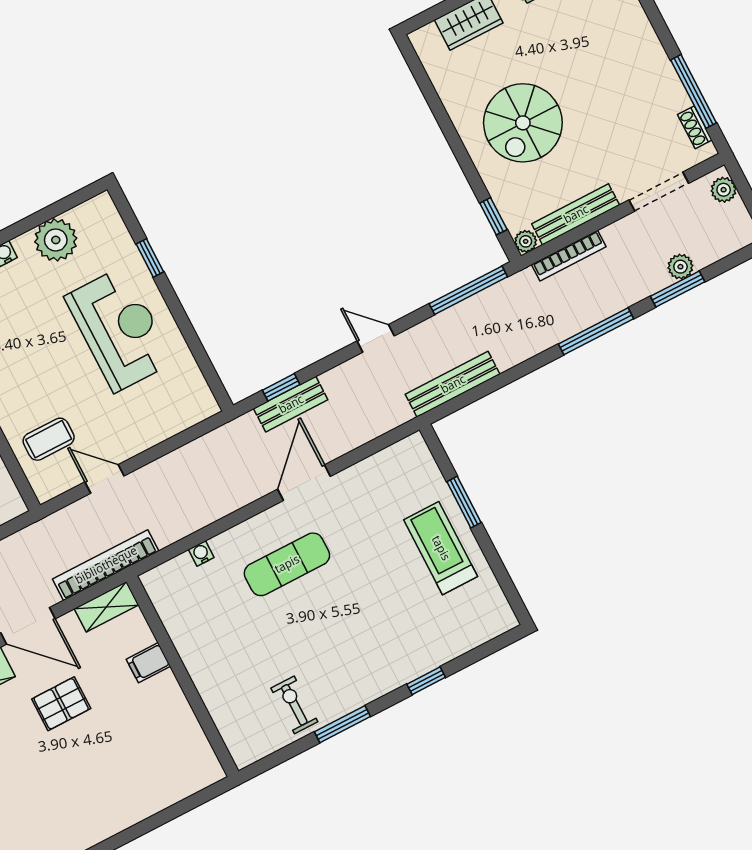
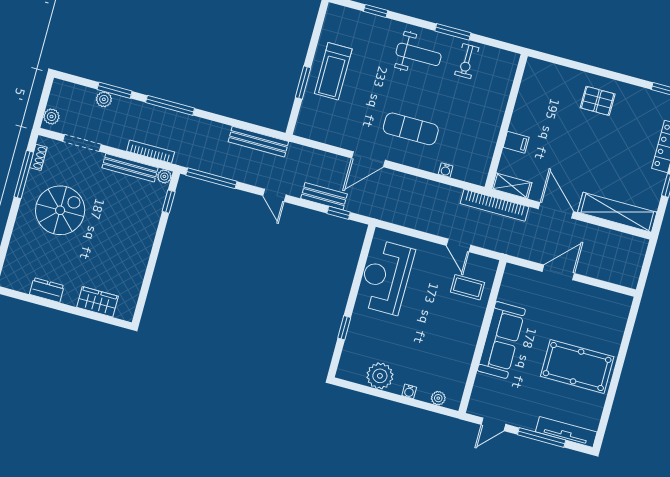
spiral stairs: (523, 123) -> (60, 210), moved
reception desk: (119, 329) -> (386, 277), moved
bench: (291, 404) -> (324, 196), moved
weight bench: (358, 661) -> (419, 54), added
window: (426, 681) -> (376, 11), moved
pallet: (61, 704) -> (598, 101), moved

